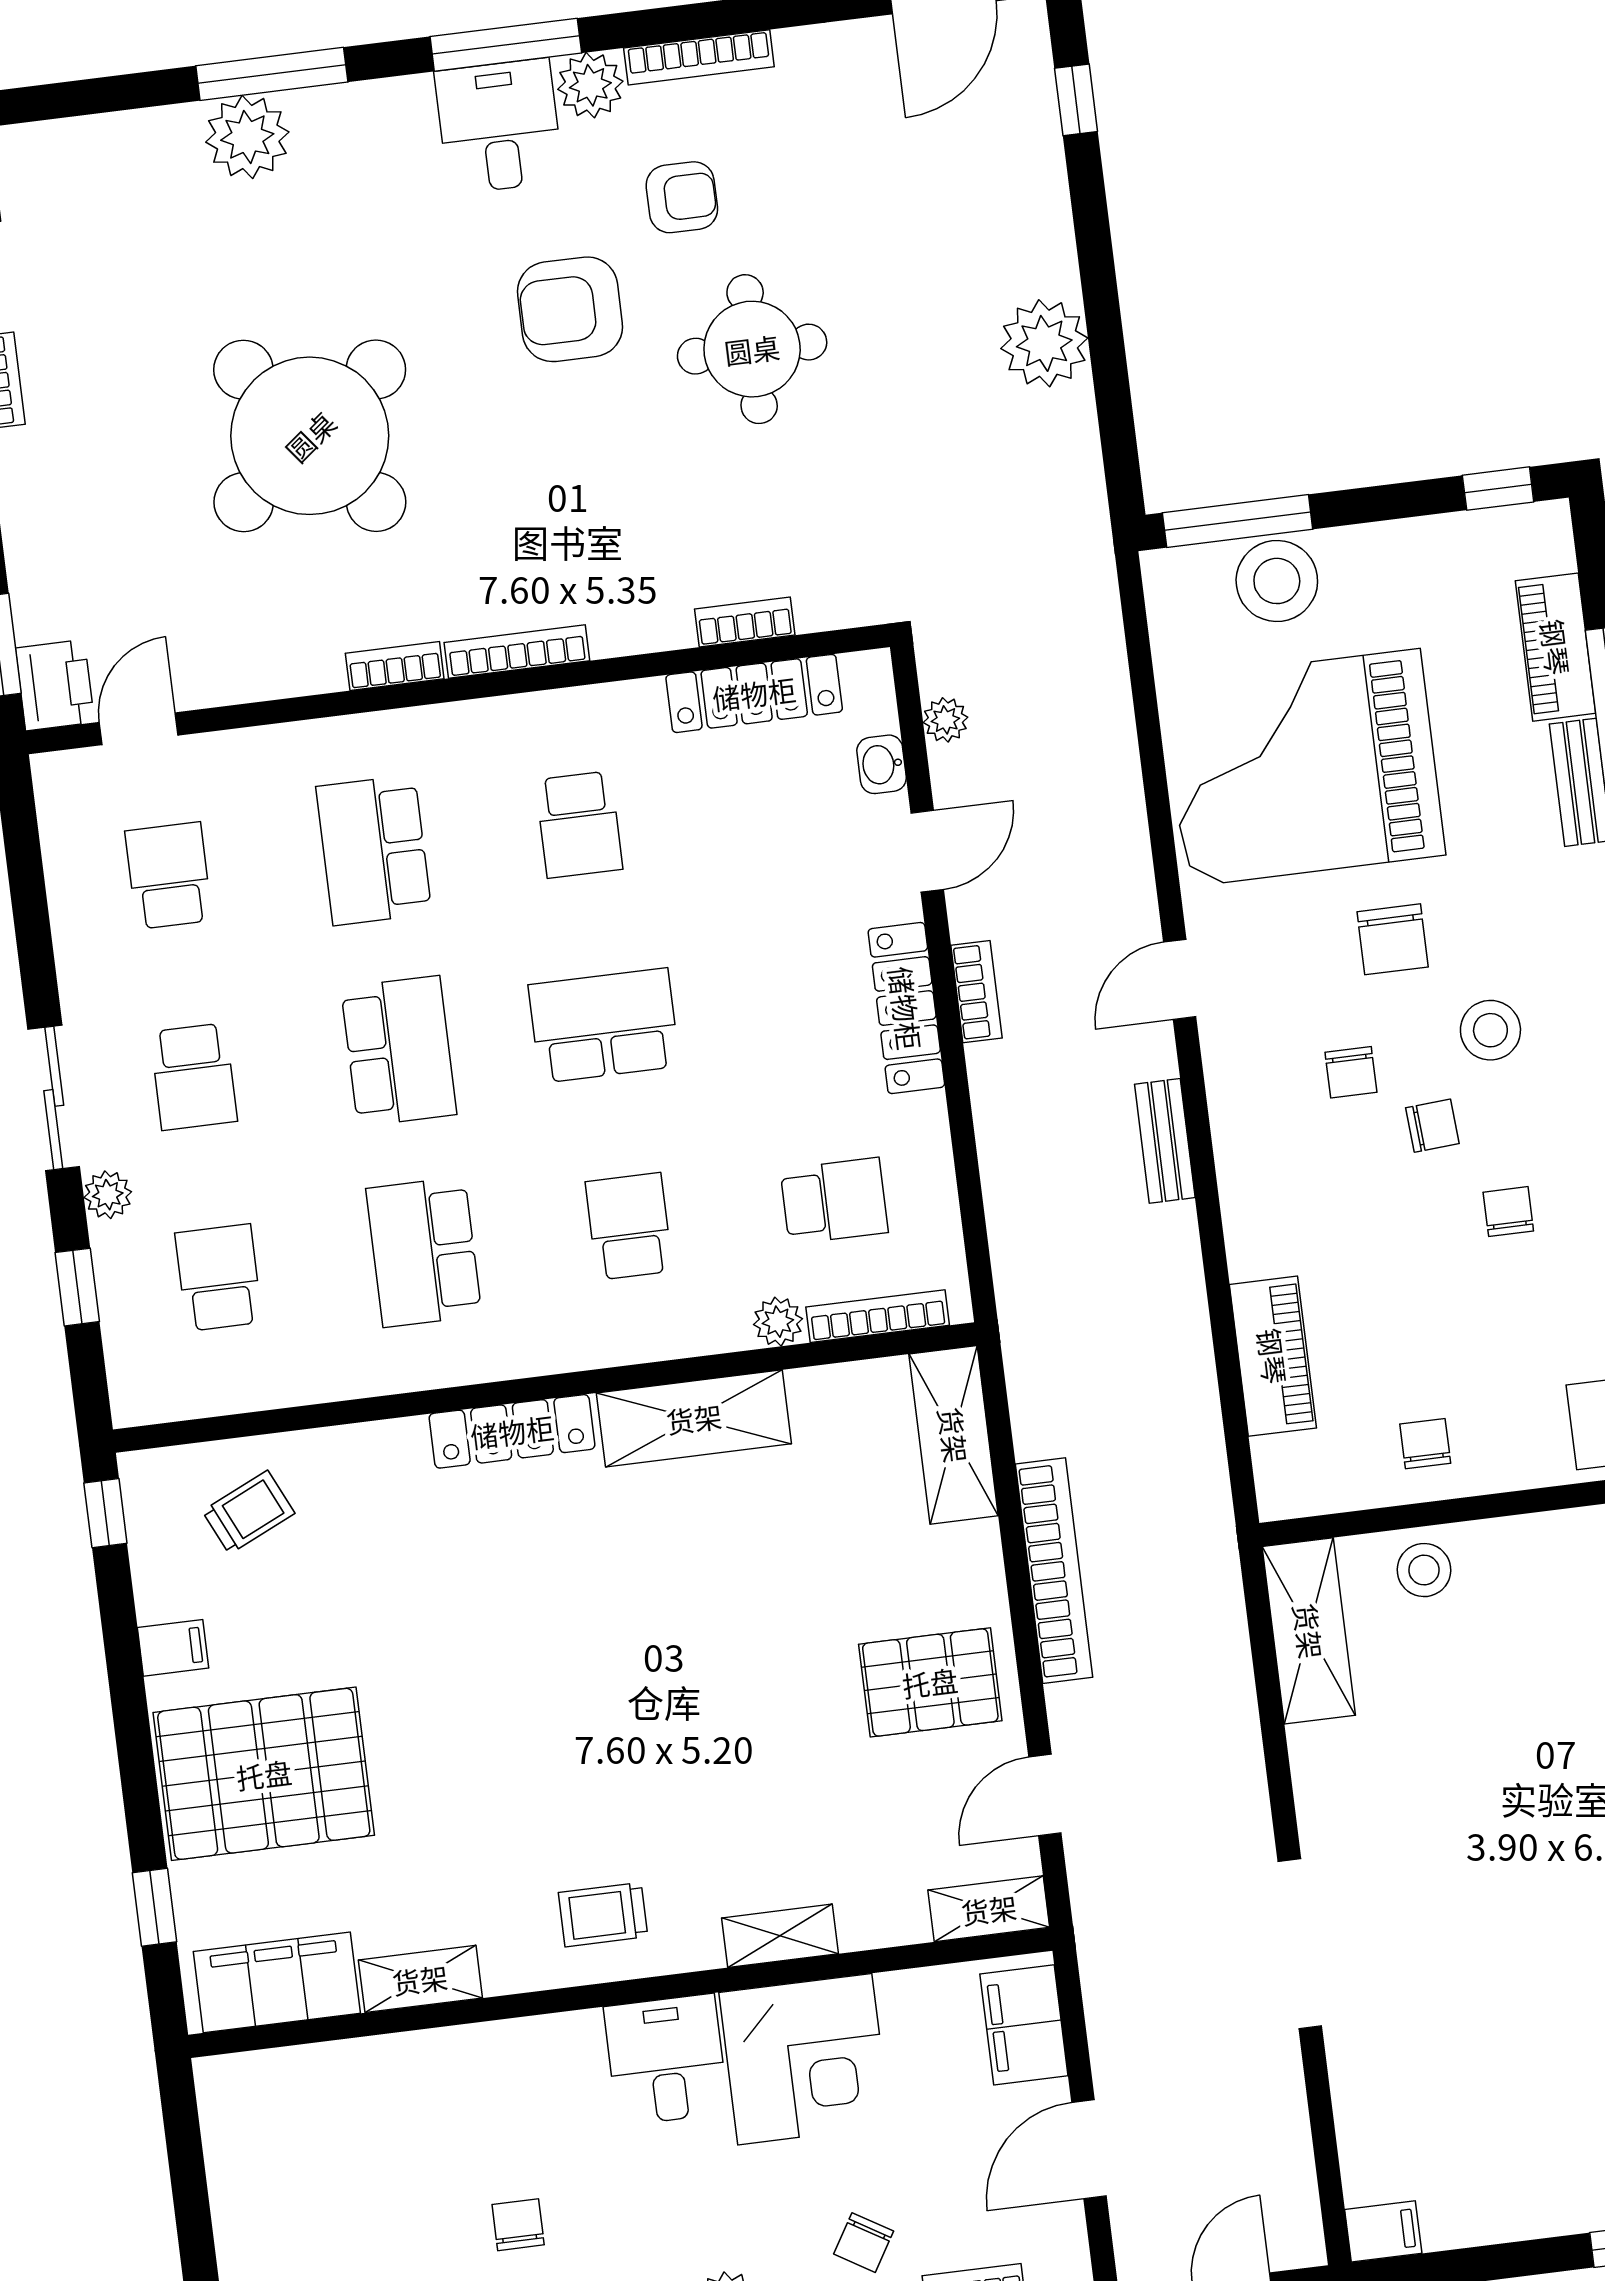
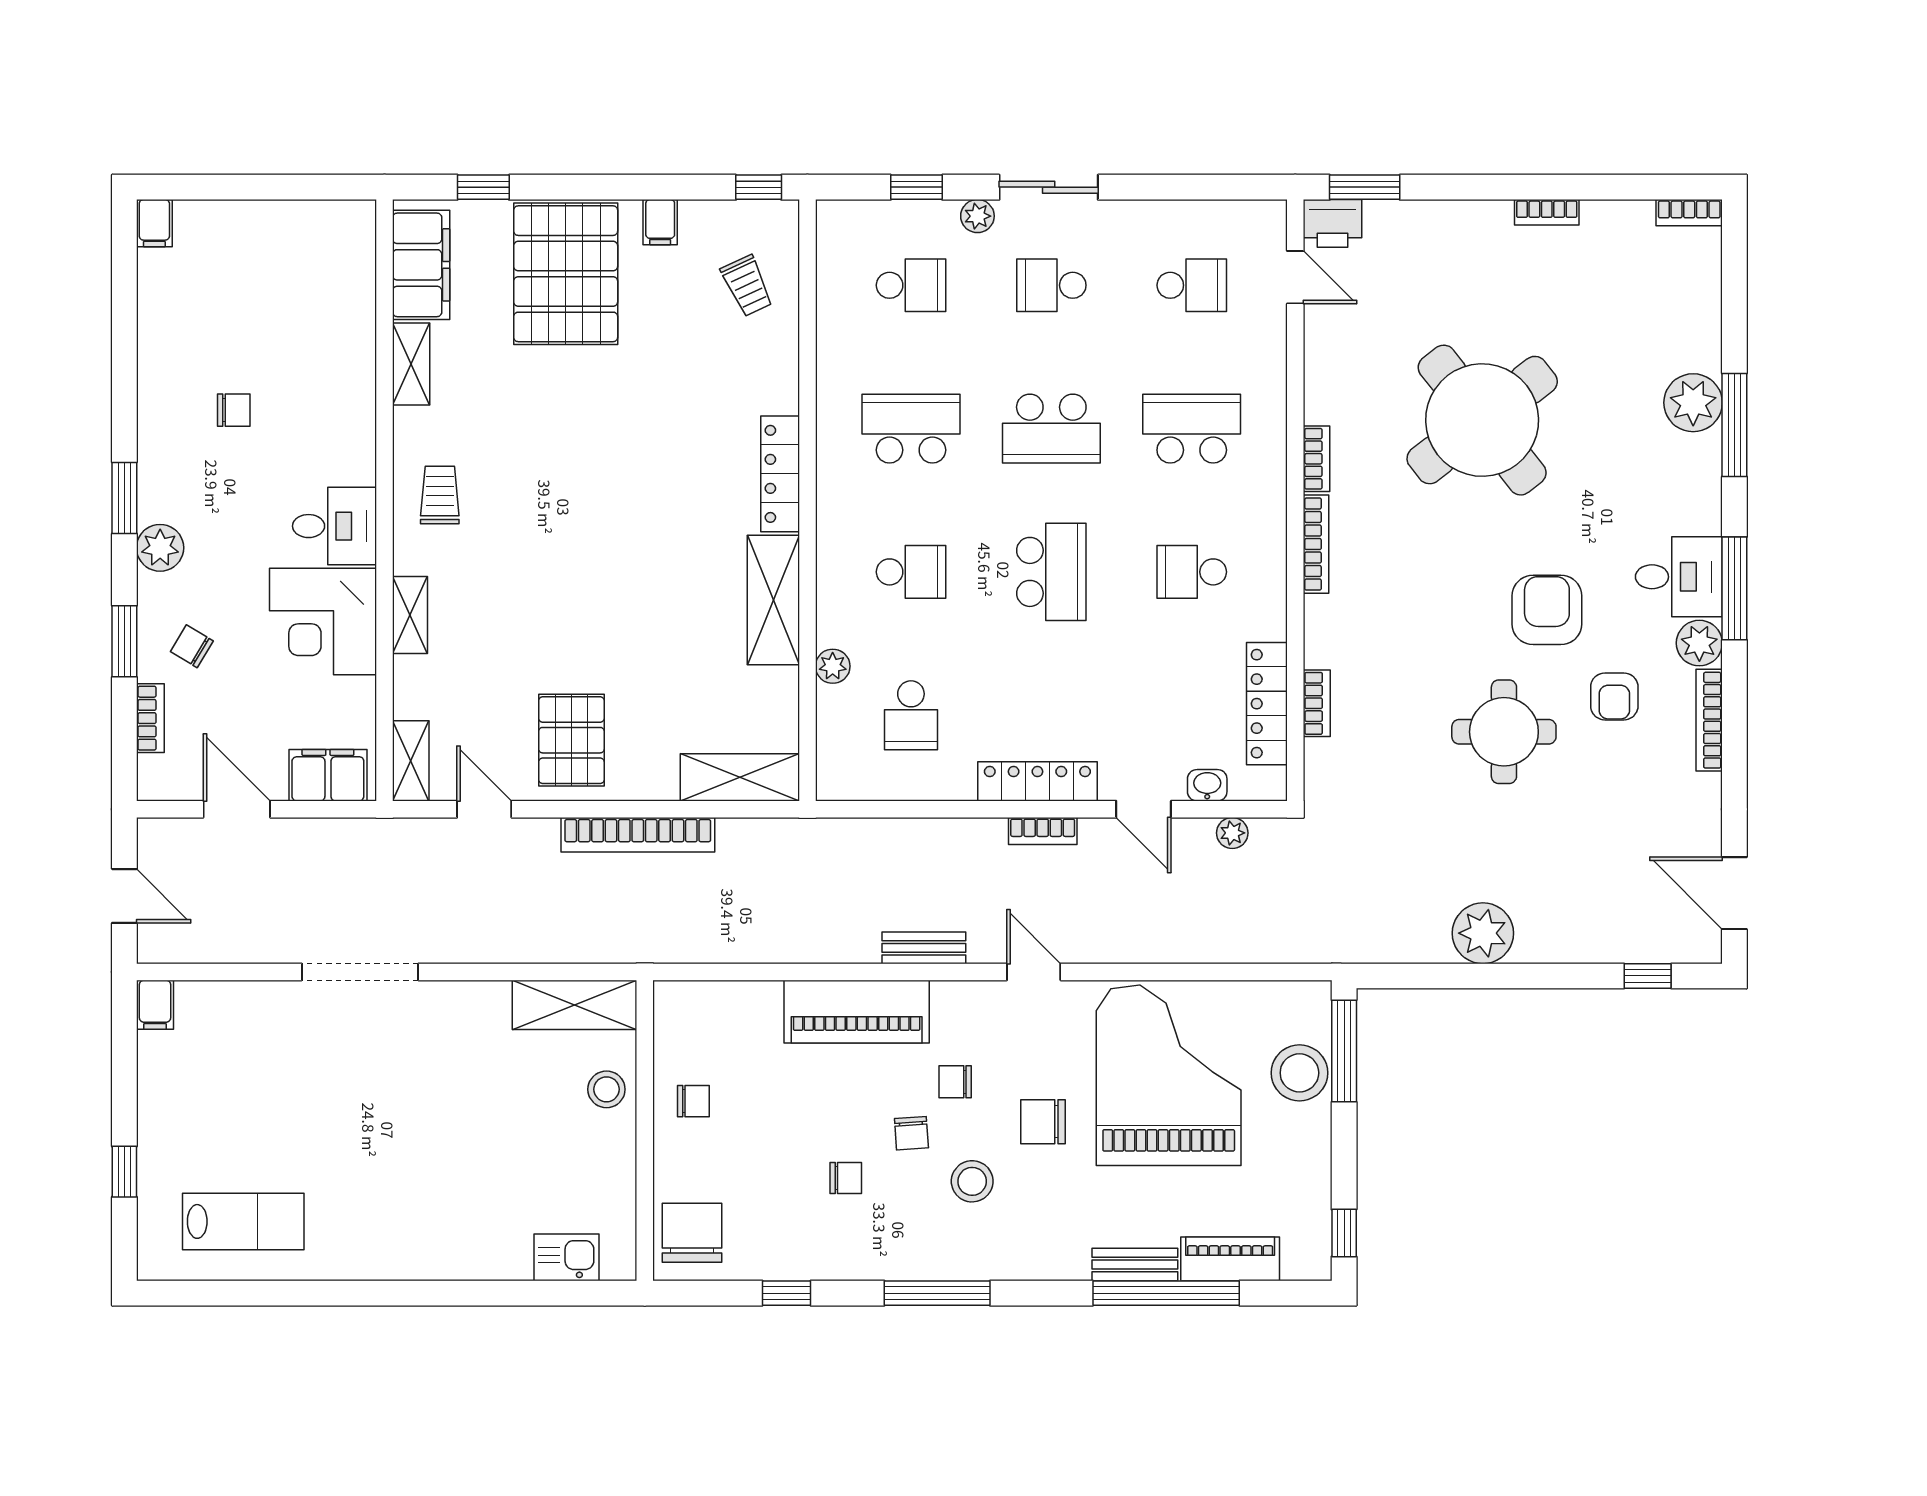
bookcase: (878, 1316) -> (828, 735), removed
piano: (1273, 1356) -> (857, 1012), moved, width x1.37, depth x1.33

